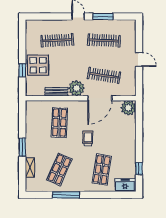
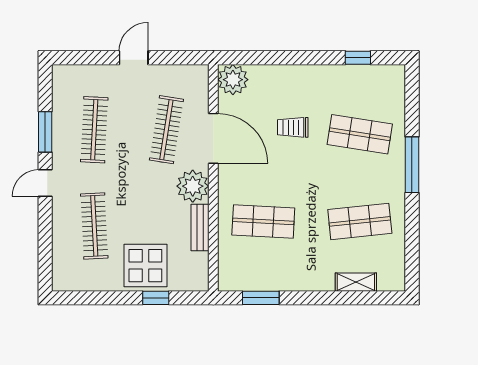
trolley: (88, 138) -> (293, 127), moved
window: (22, 147) -> (261, 298), moved
shop shelf: (59, 169) -> (360, 221), turned -30
freezer: (125, 185) -> (392, 86), removed
window: (66, 195) -> (412, 165), moved

